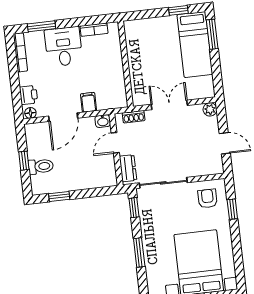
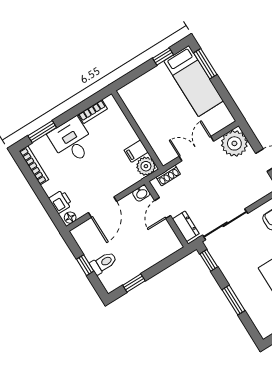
plant: (118, 99) -> (146, 166), added
filing cabinet: (88, 102) -> (136, 151), moved, turned -90
plant: (210, 109) -> (234, 143), width x1.88, depth x1.88

